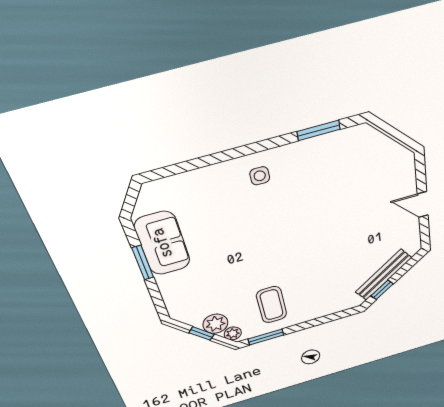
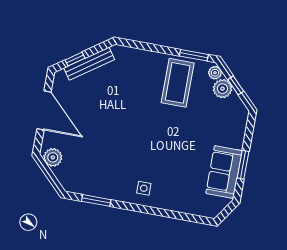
plant: (396, 157) -> (53, 157), added
door: (423, 205) -> (44, 110), width x1.87
window: (382, 290) -> (75, 59), moved
coffee table: (272, 305) -> (178, 83), width x1.36, depth x1.32

